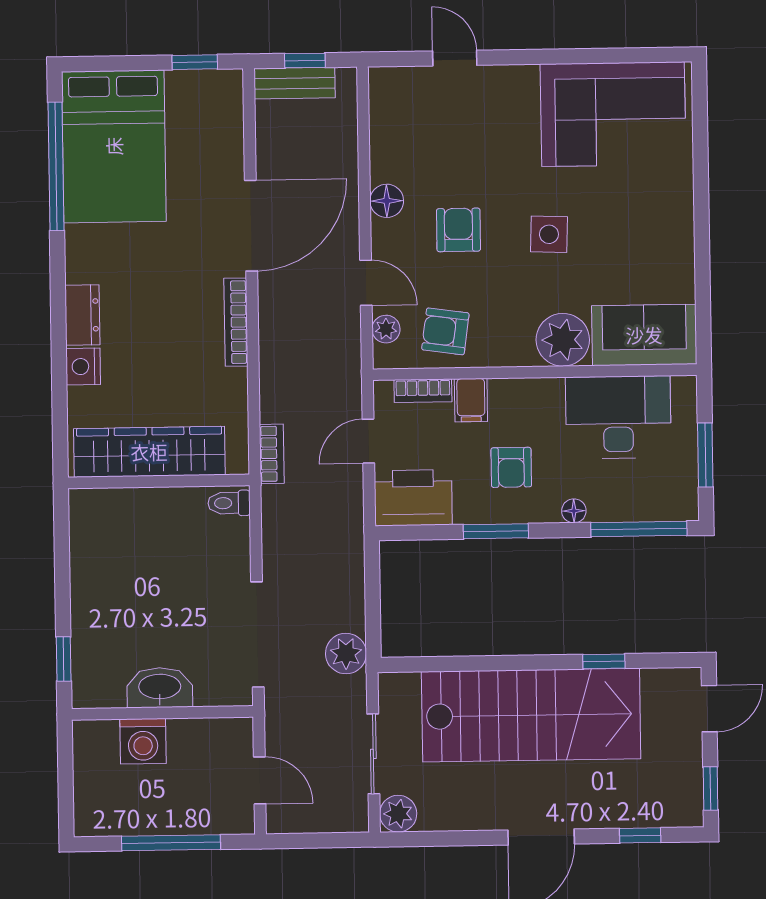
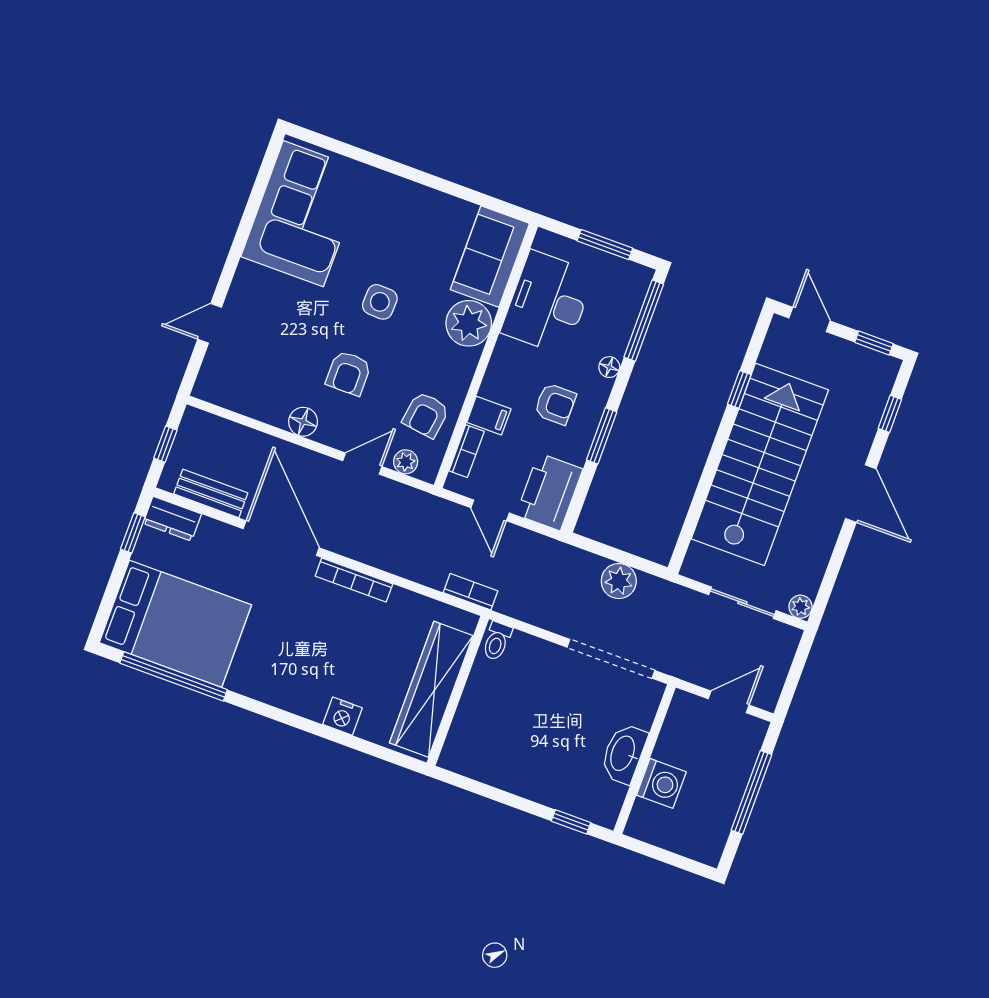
bench: (294, 83) -> (211, 493), moved, turned 90
armchair: (458, 230) -> (348, 373), turned -90
dresser: (82, 315) -> (172, 519), moved, turned 180
plant: (346, 654) -> (619, 581), moved
plant: (398, 814) -> (801, 607), width x0.73, depth x0.73

